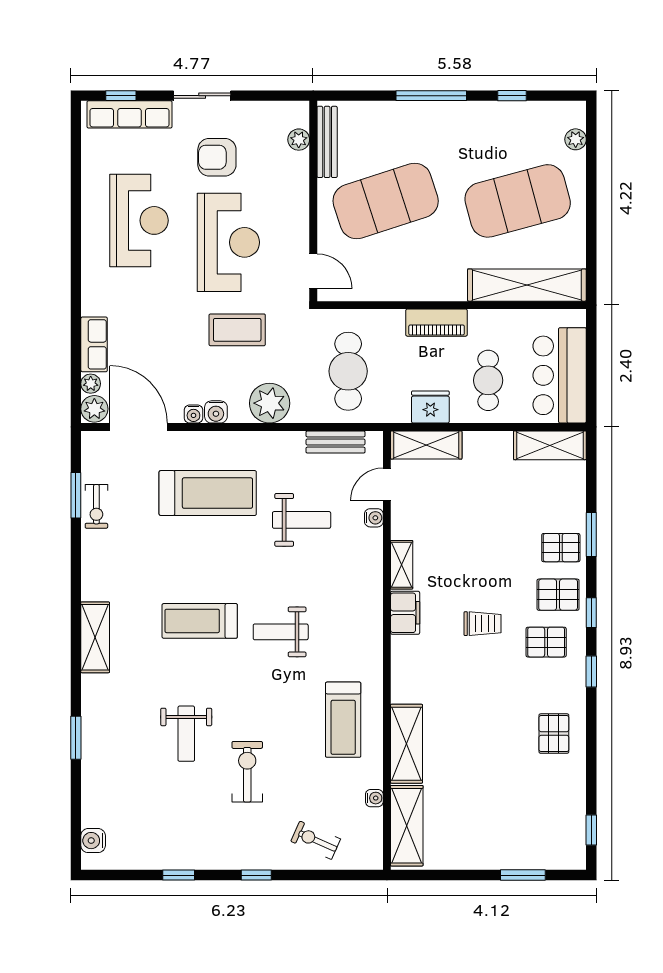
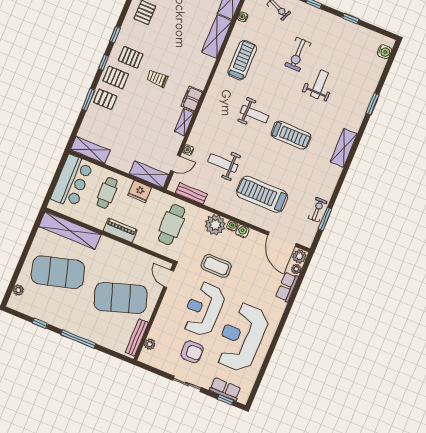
row of seats: (129, 114) -> (225, 389), width x0.68
reception desk: (139, 220) -> (241, 337), width x1.36, depth x1.30
water cooler: (193, 414) -> (232, 226), moved

